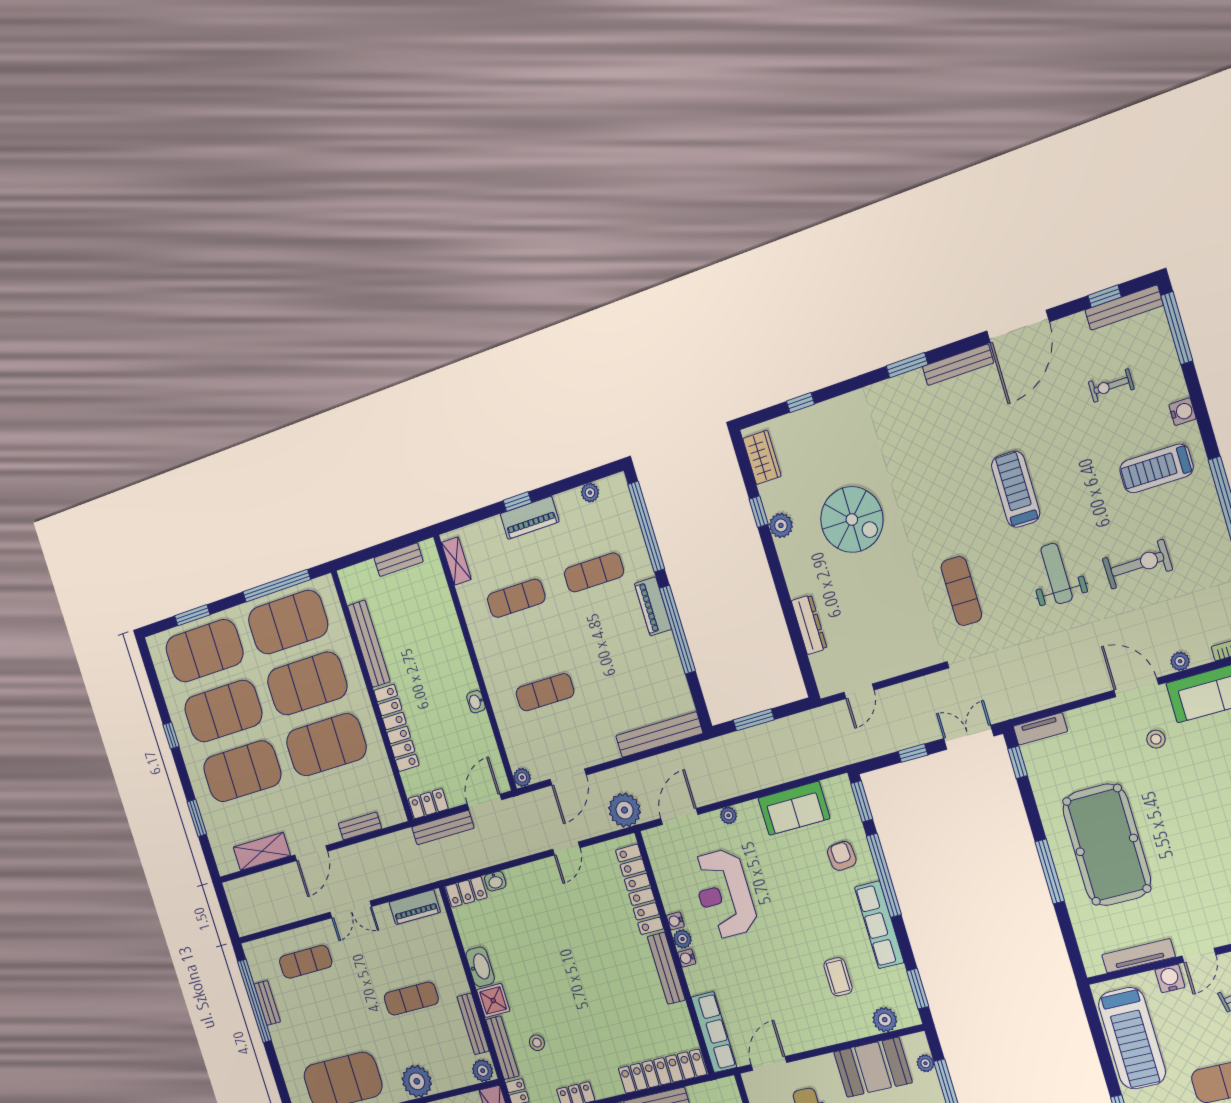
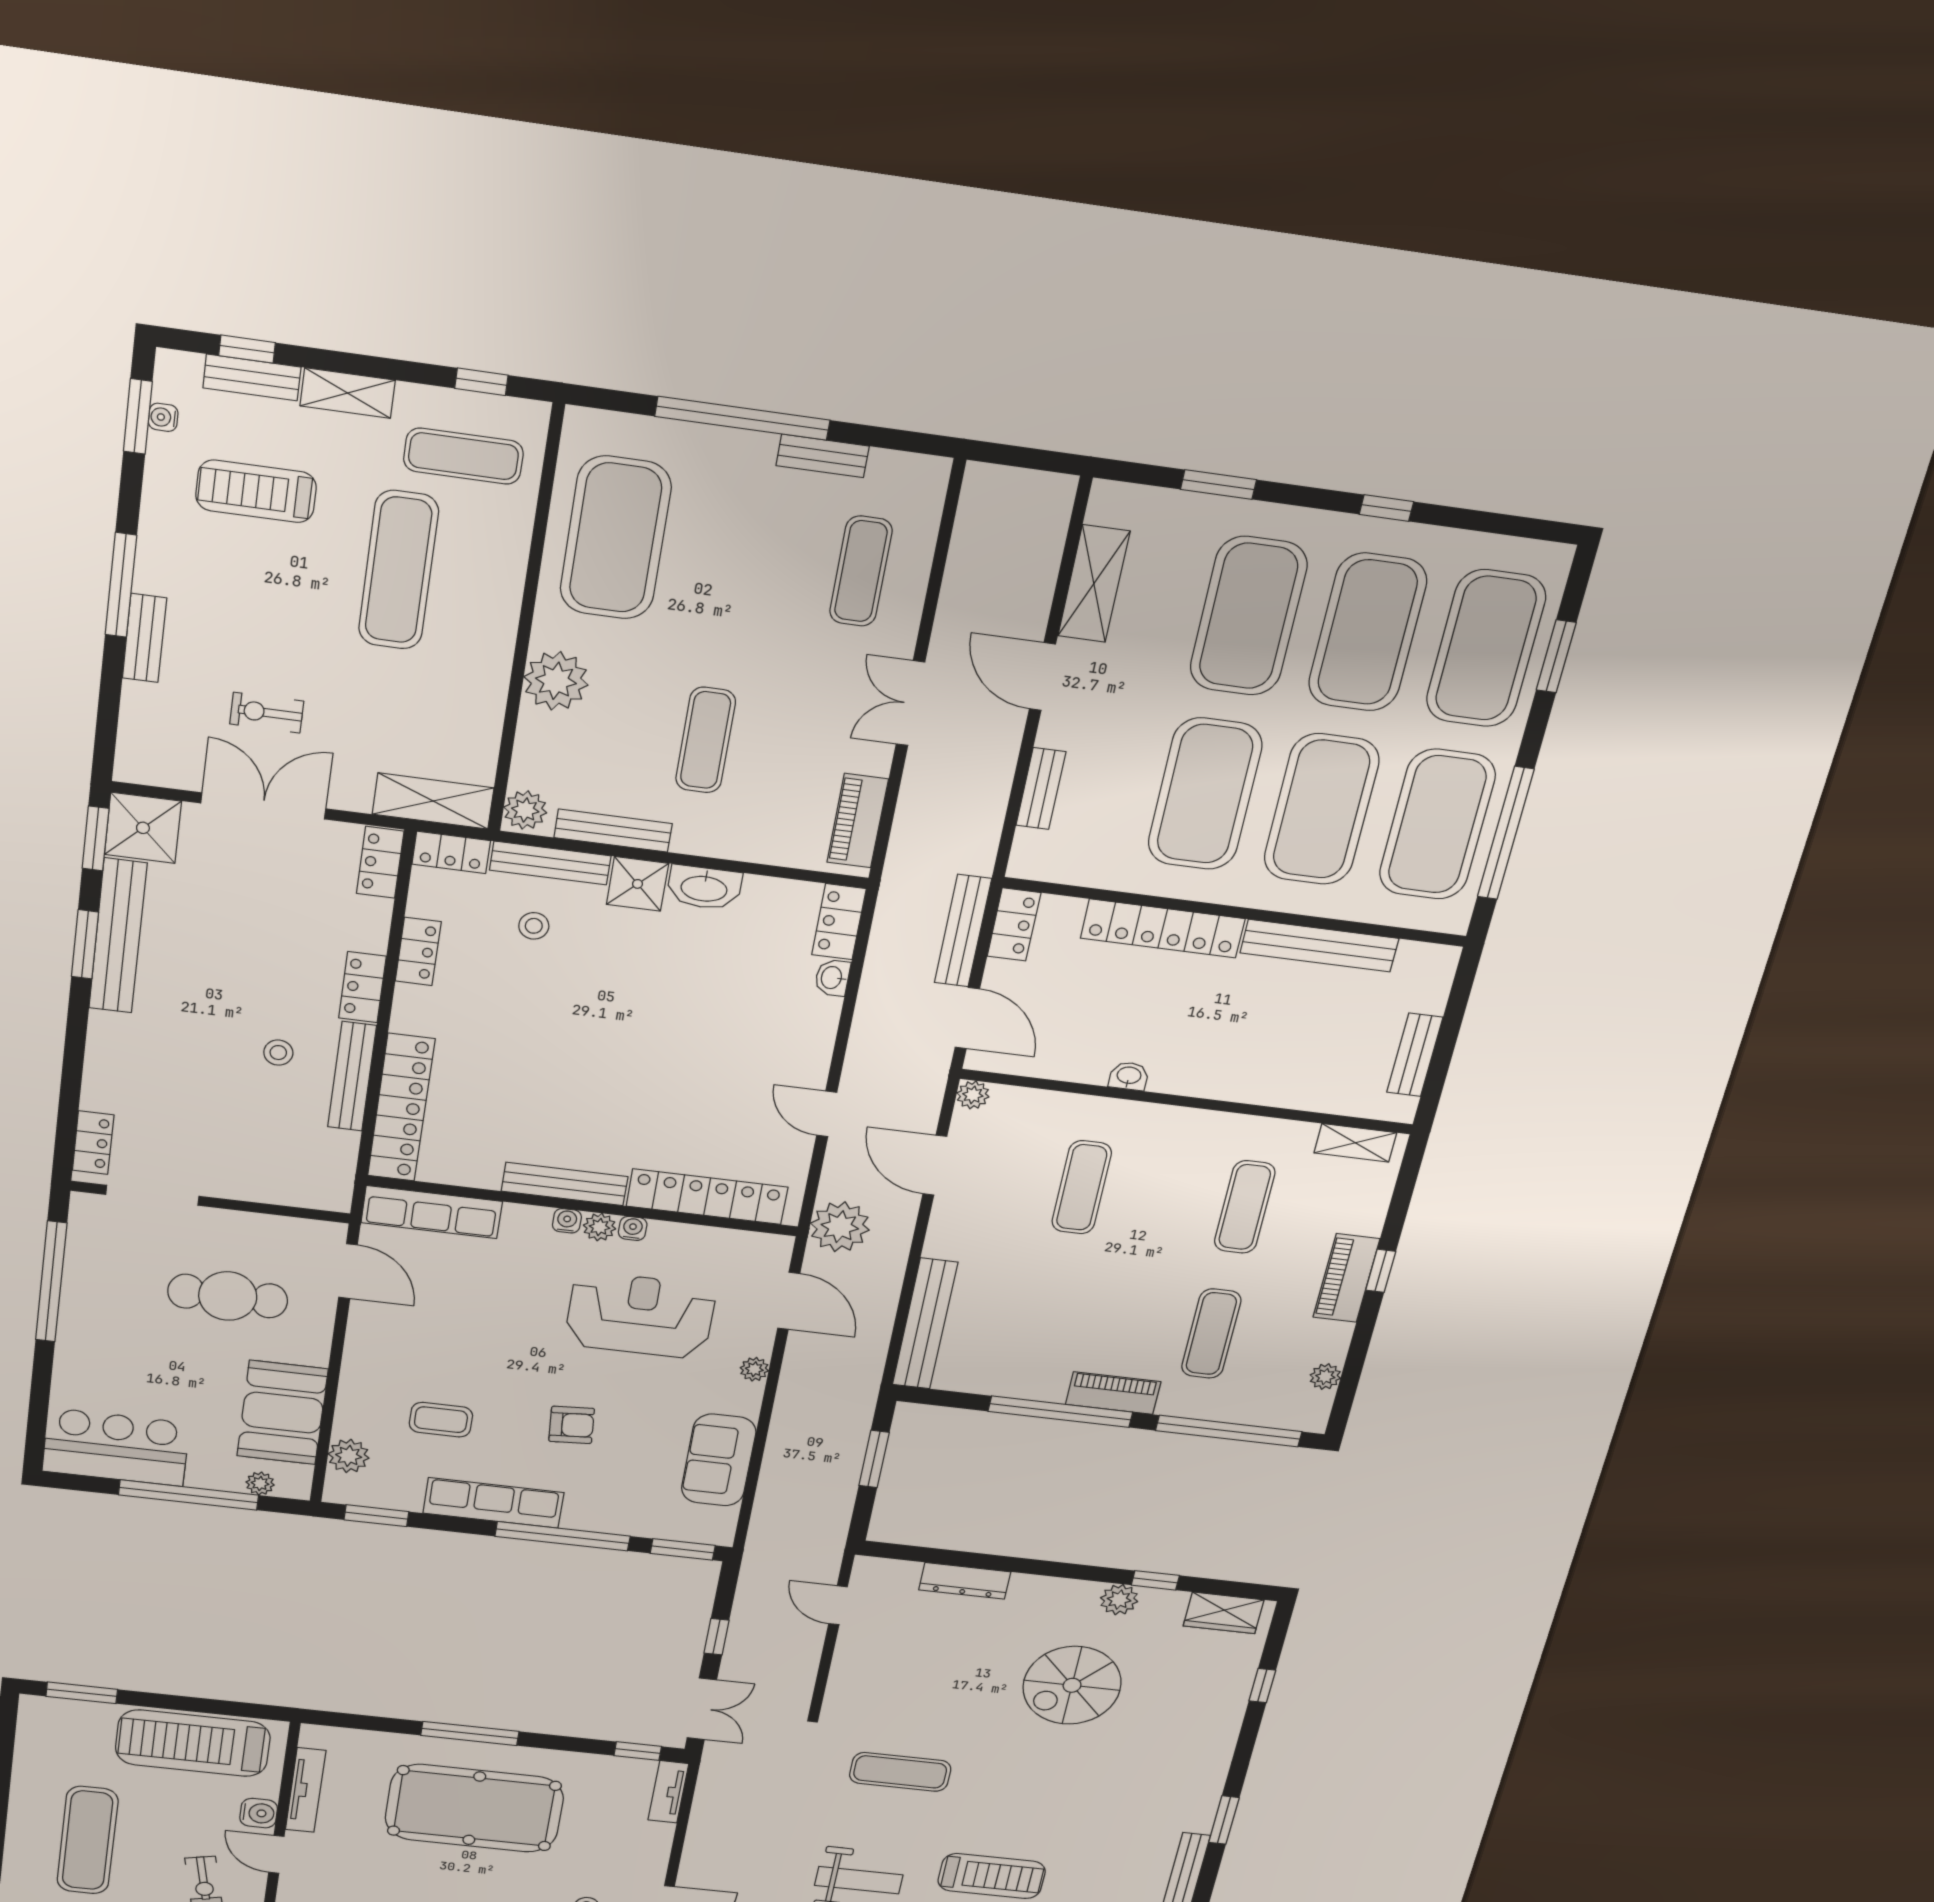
armchair: (842, 856) -> (572, 1425), moved
window: (255, 1001) -> (742, 418), moved

